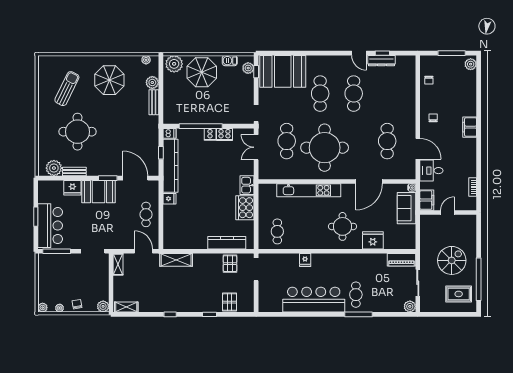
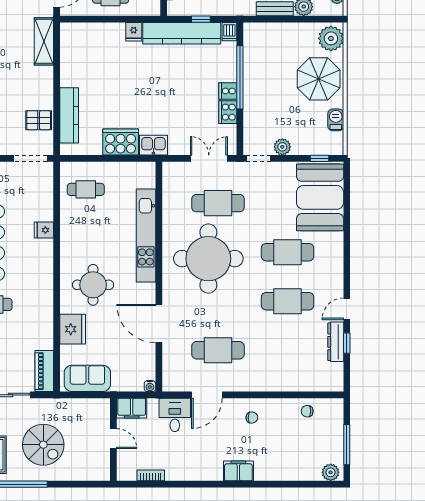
plant: (248, 68) -> (282, 147), moved
sofa: (406, 208) -> (87, 378), moved

